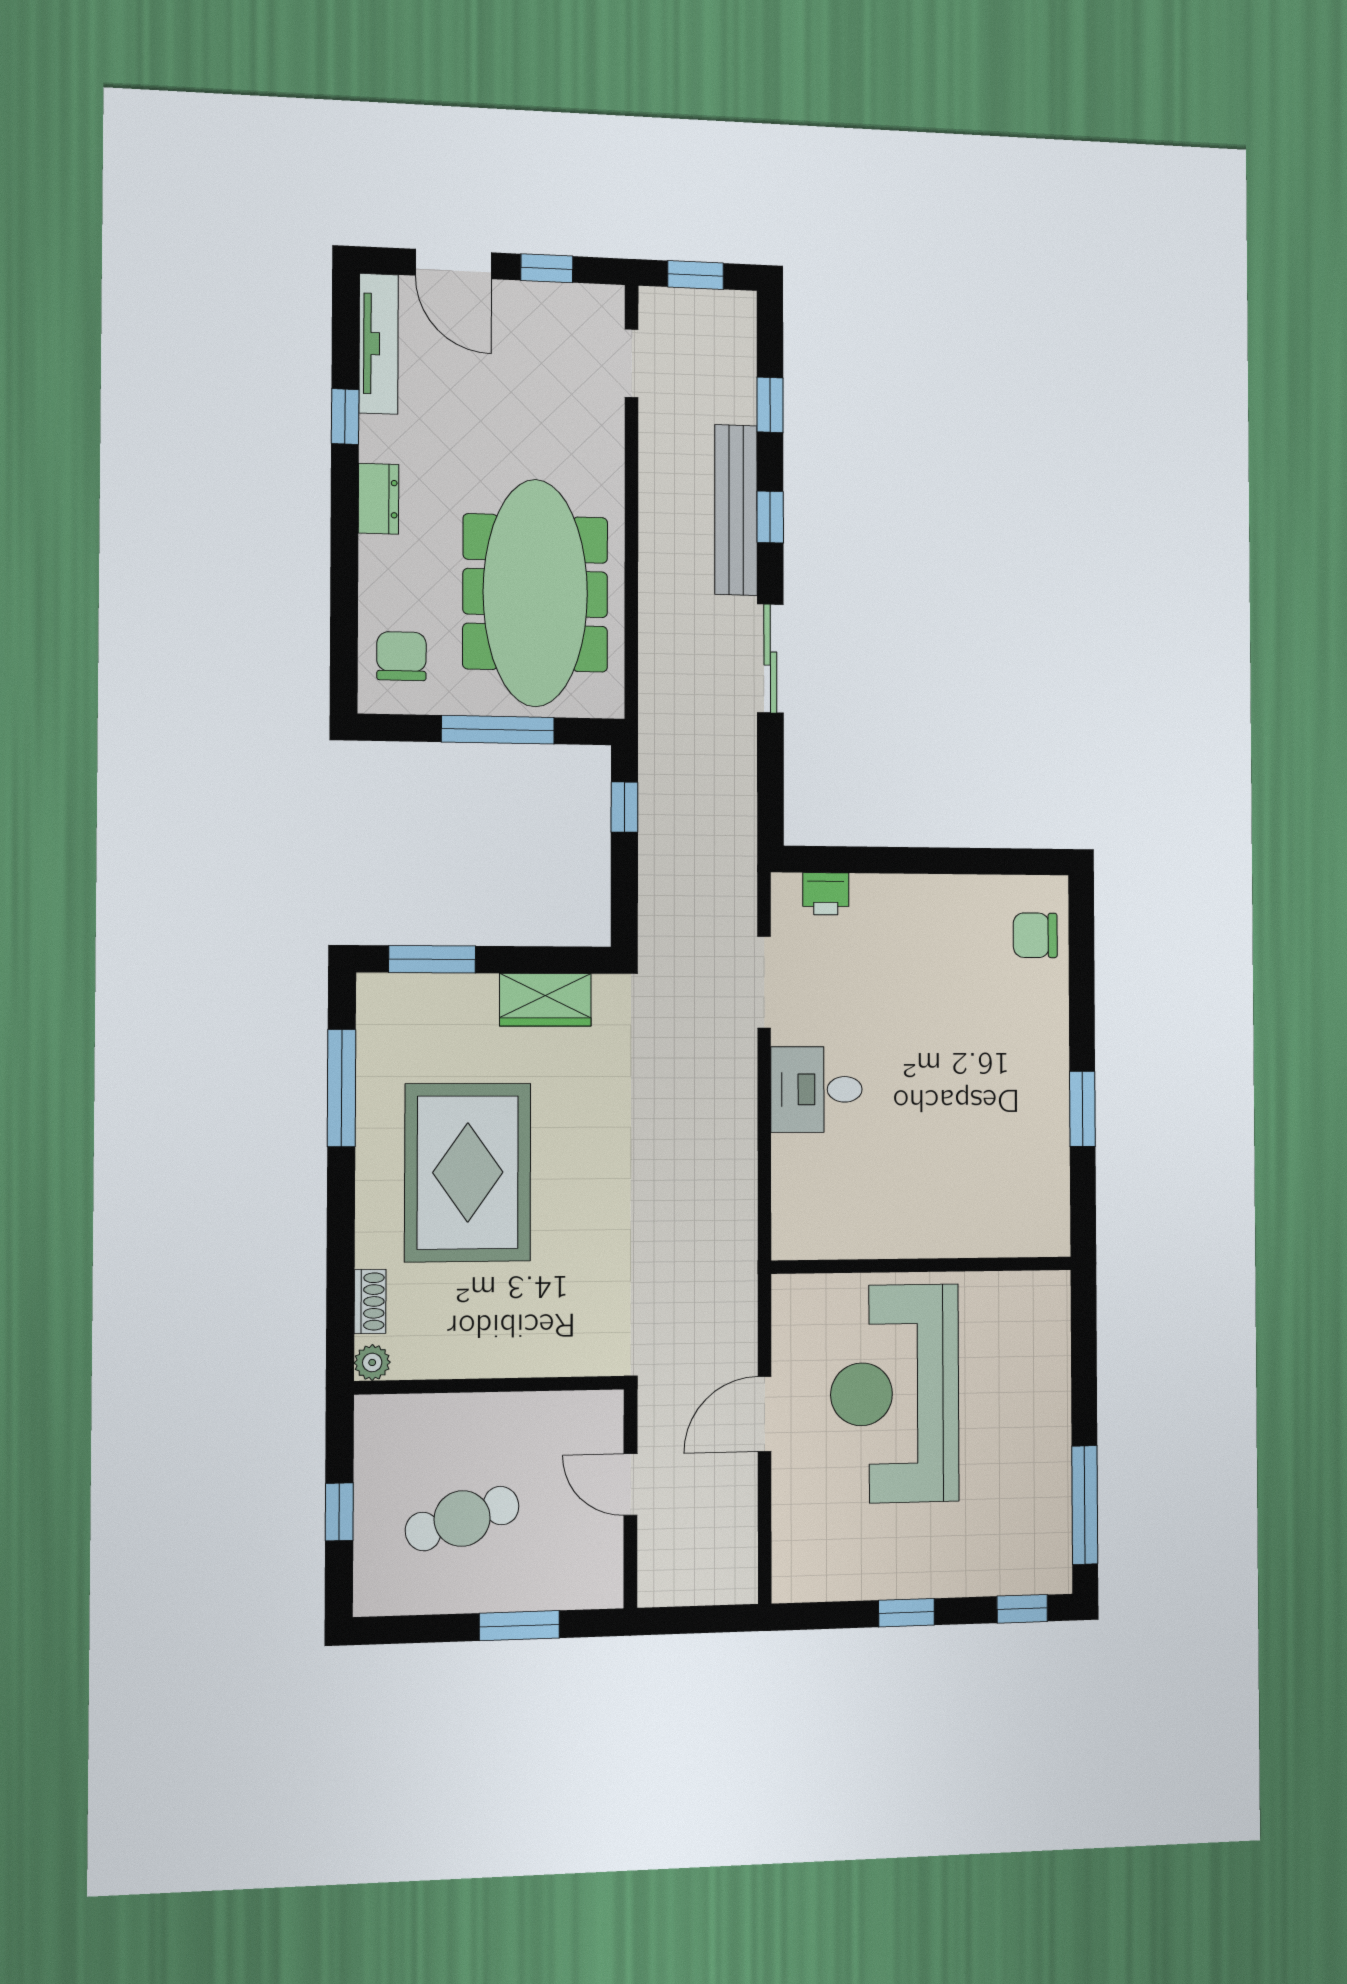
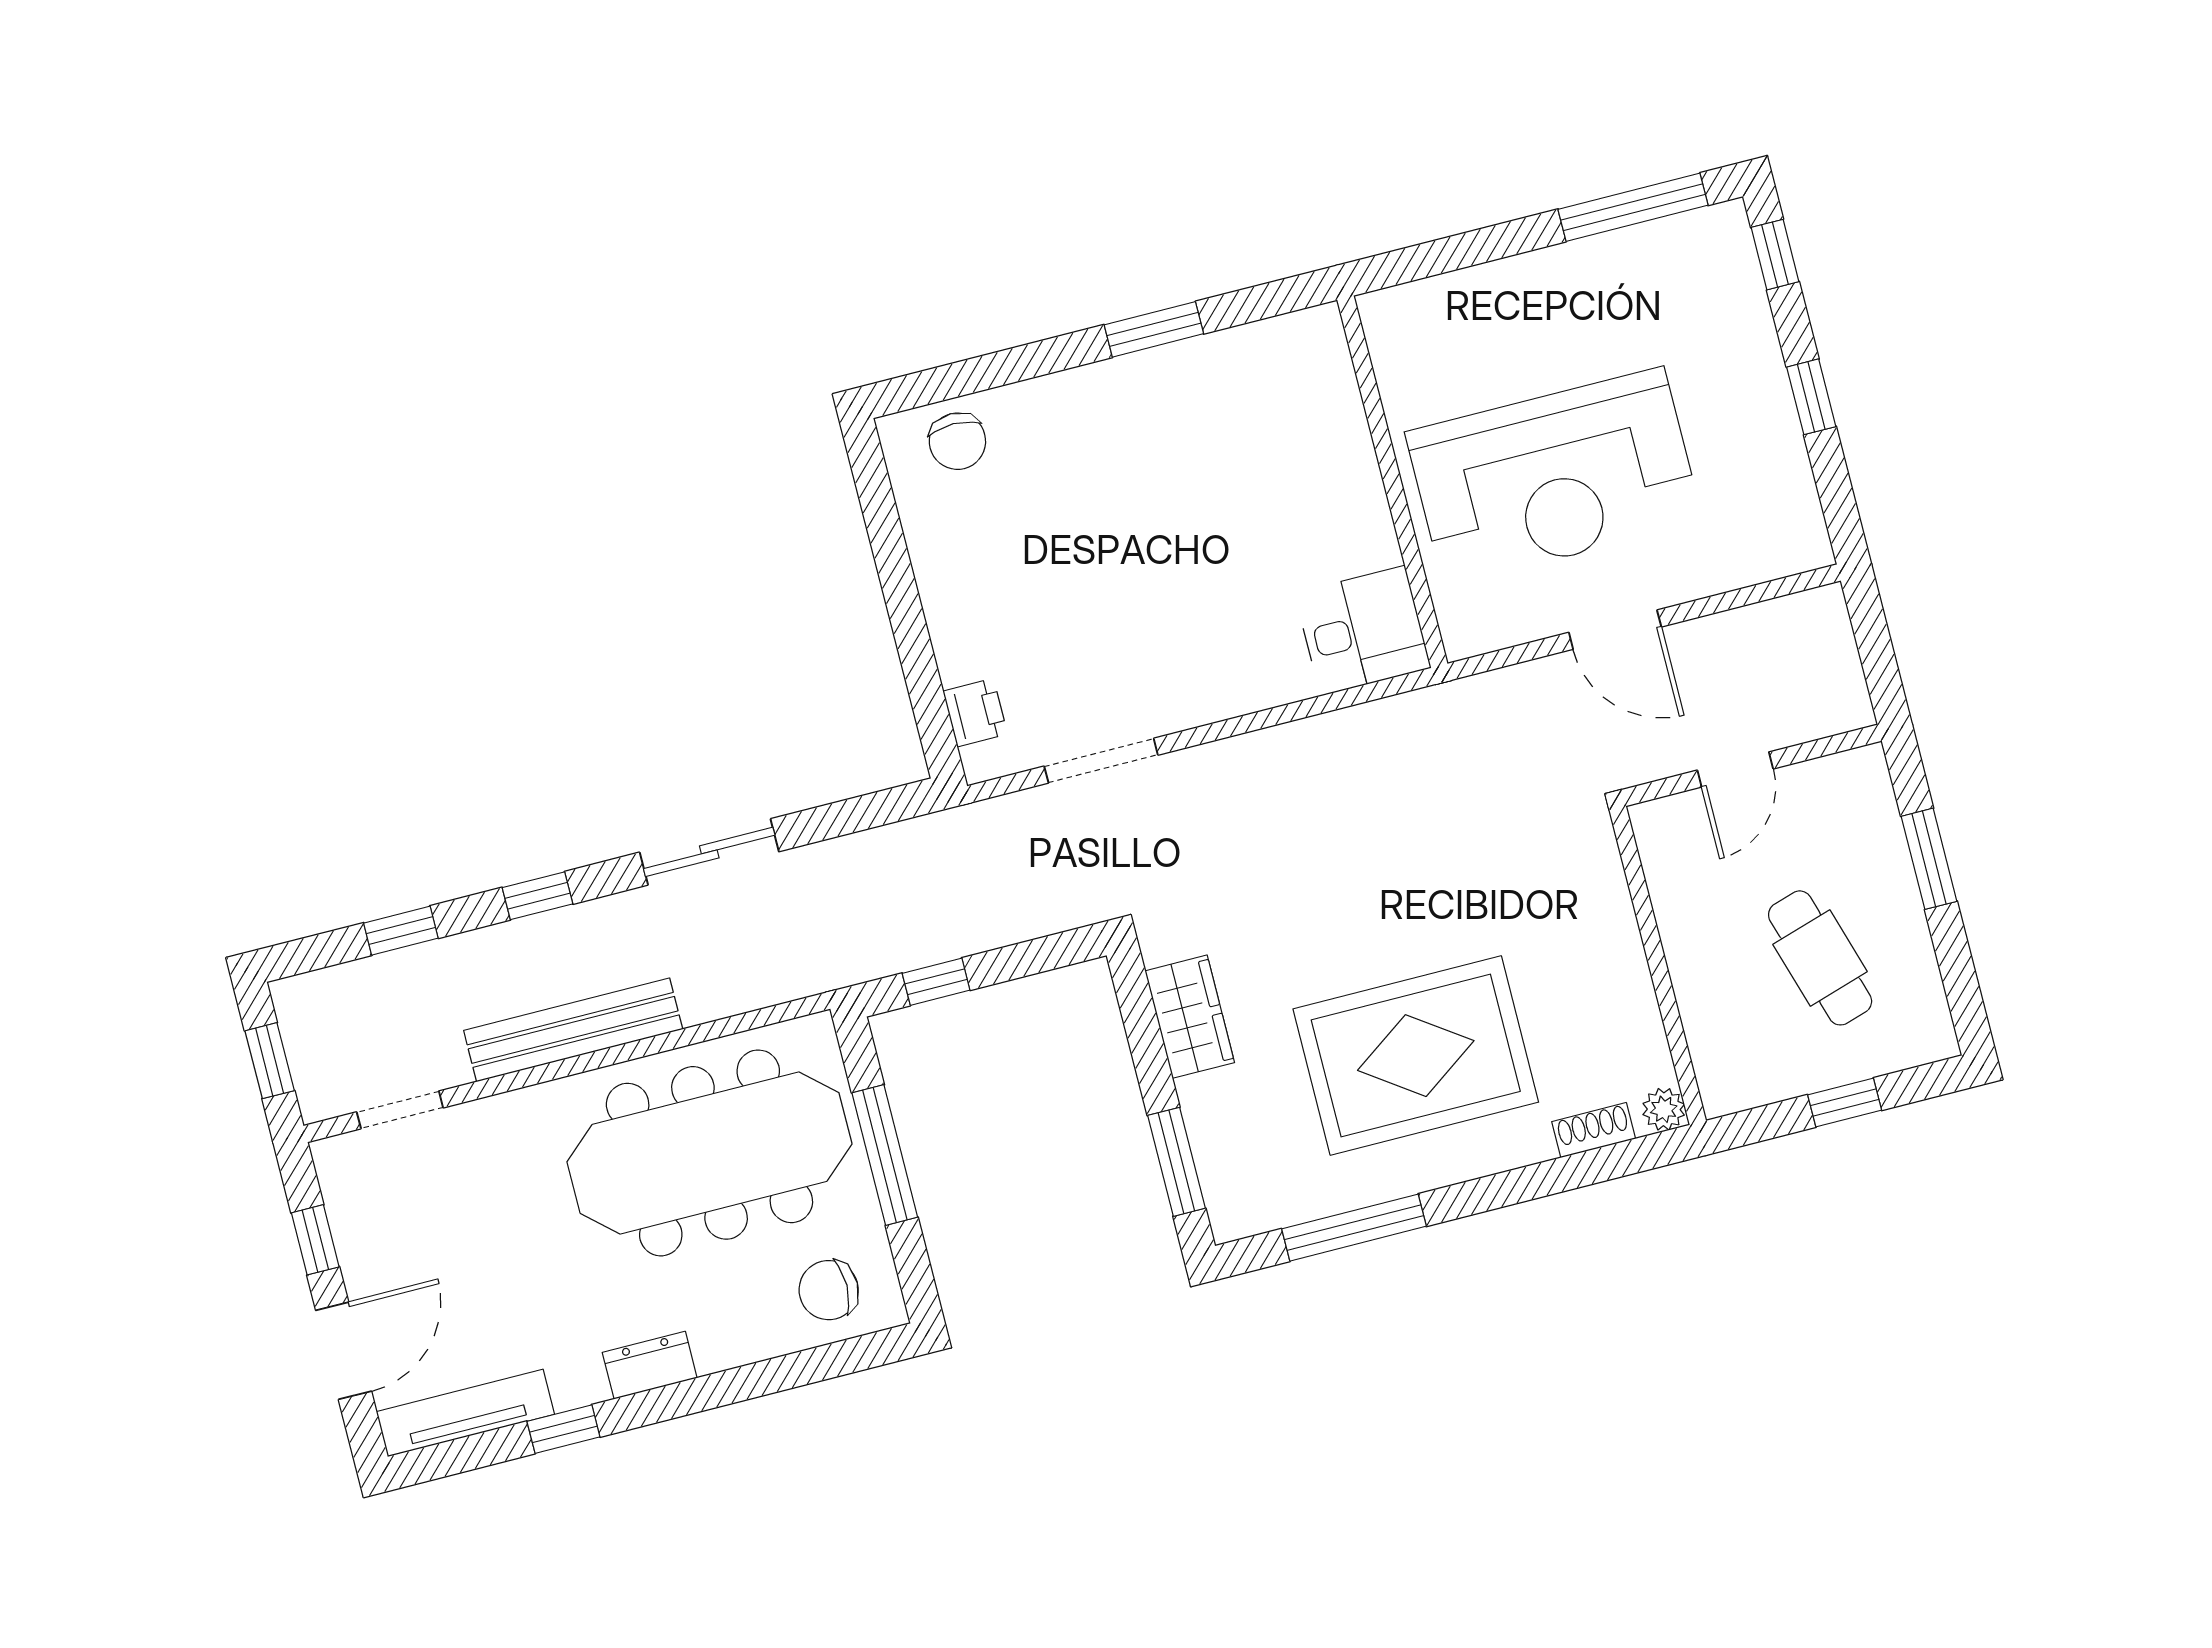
bench: (736, 510) -> (573, 1030), moved
desk: (816, 1089) -> (1363, 631), moved, turned -90

